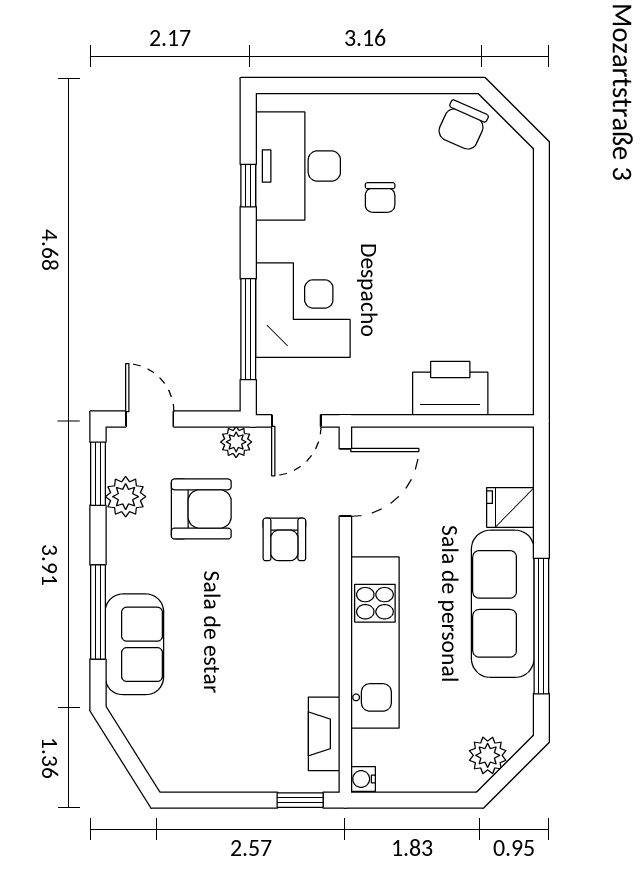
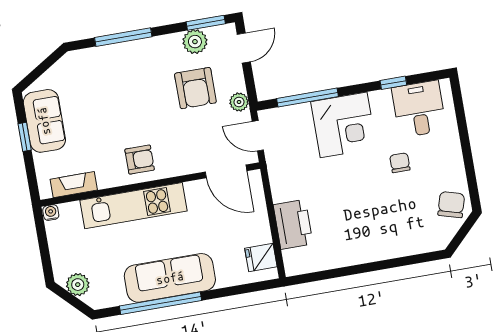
chair: (462, 126) -> (451, 205), turned 82
desk: (298, 166) -> (419, 109), width x0.73
chair: (380, 197) -> (400, 163), turned 90
corner desk: (303, 310) -> (344, 125), moved
fridge: (510, 507) -> (261, 257), moved, turned -90
armchair: (284, 539) -> (140, 160), moved, turned 180
sofa: (134, 644) -> (44, 121), moved, turned -90
window: (300, 800) -> (25, 137), moved

